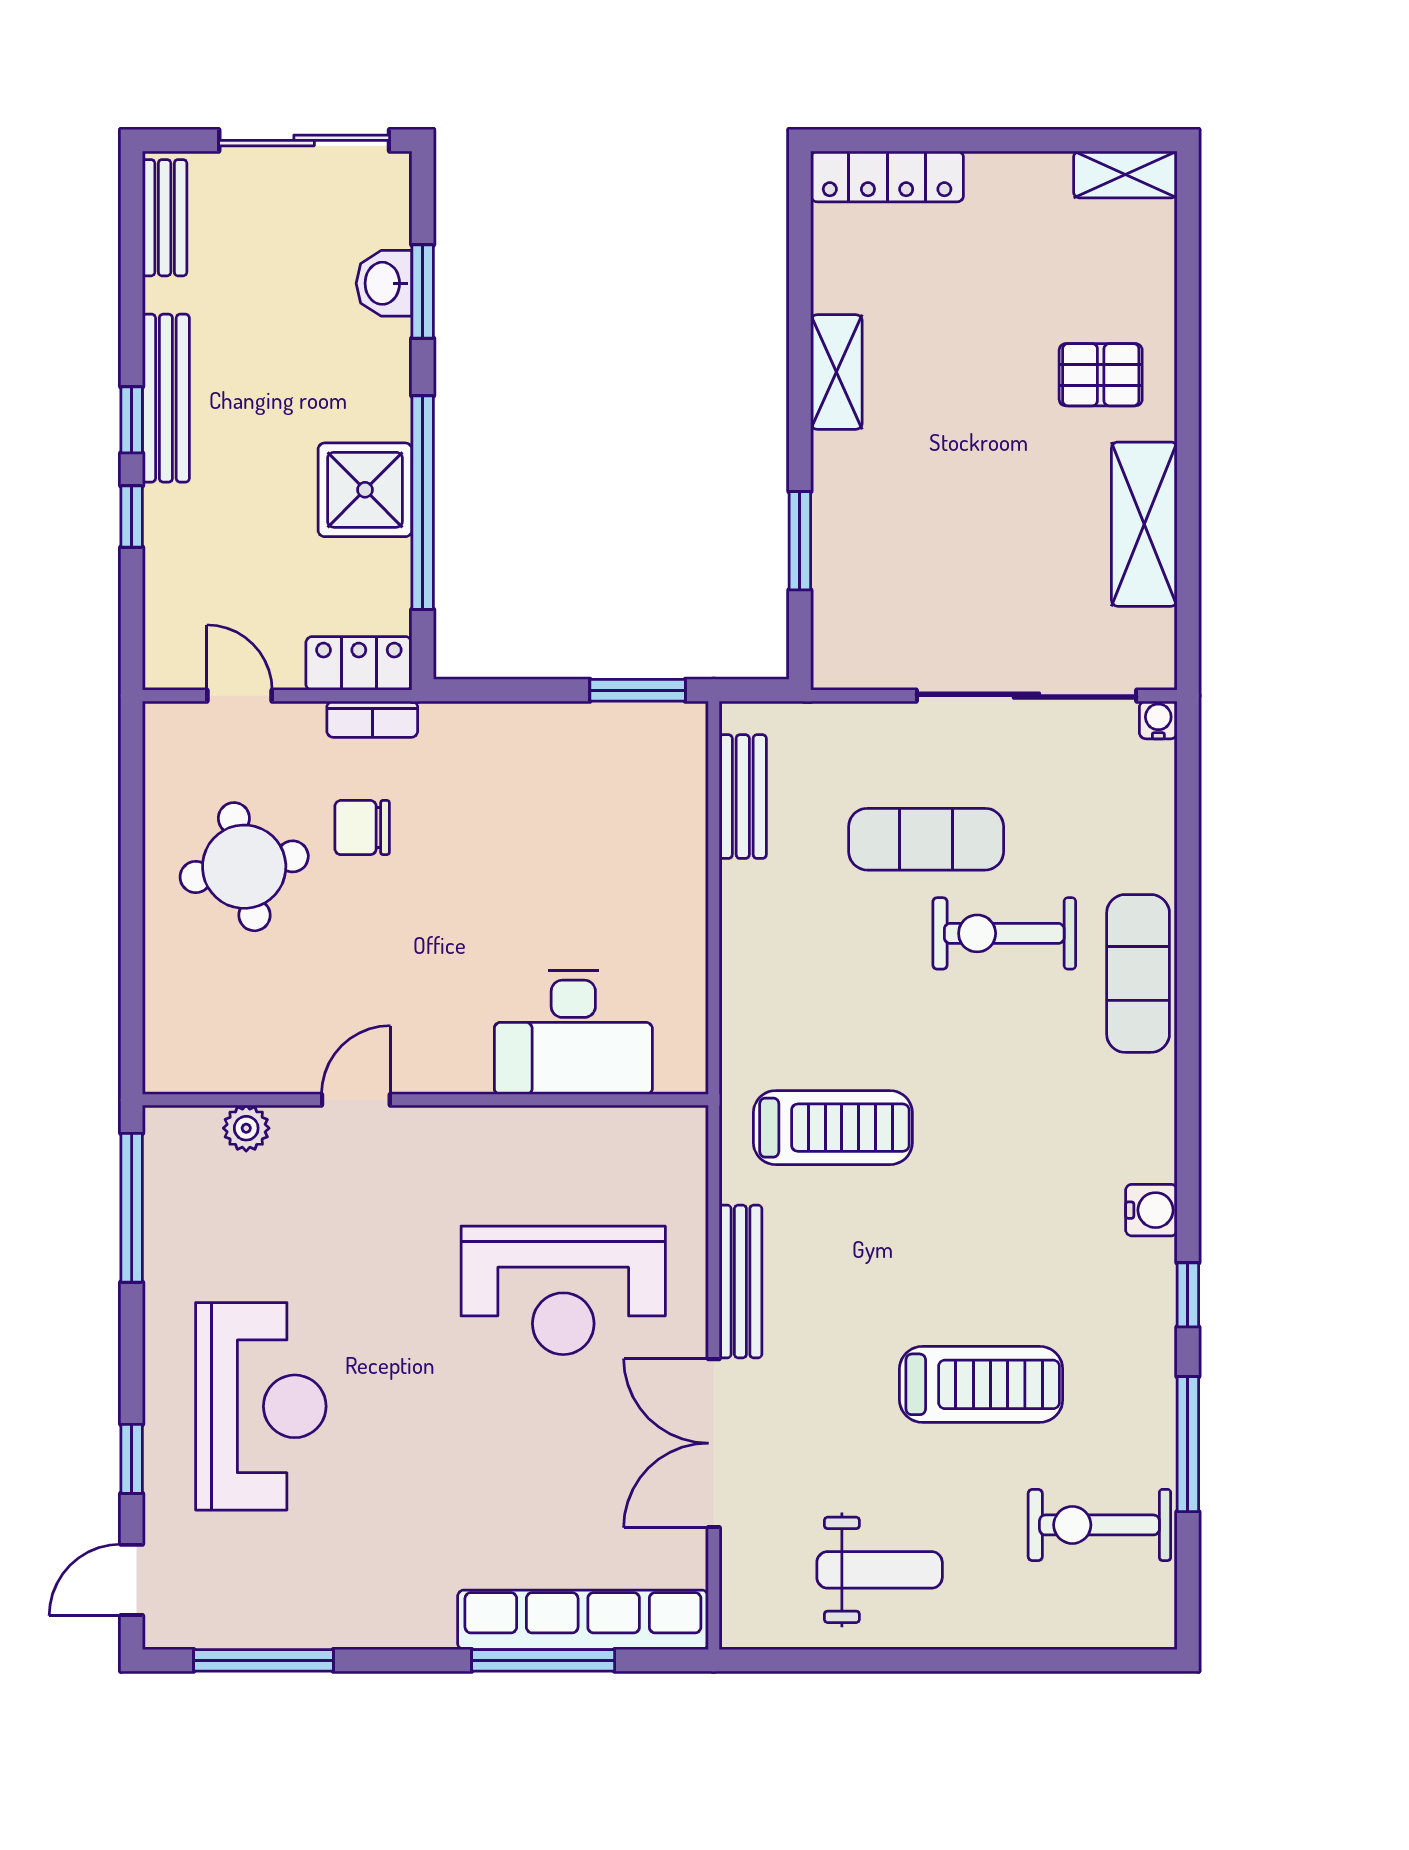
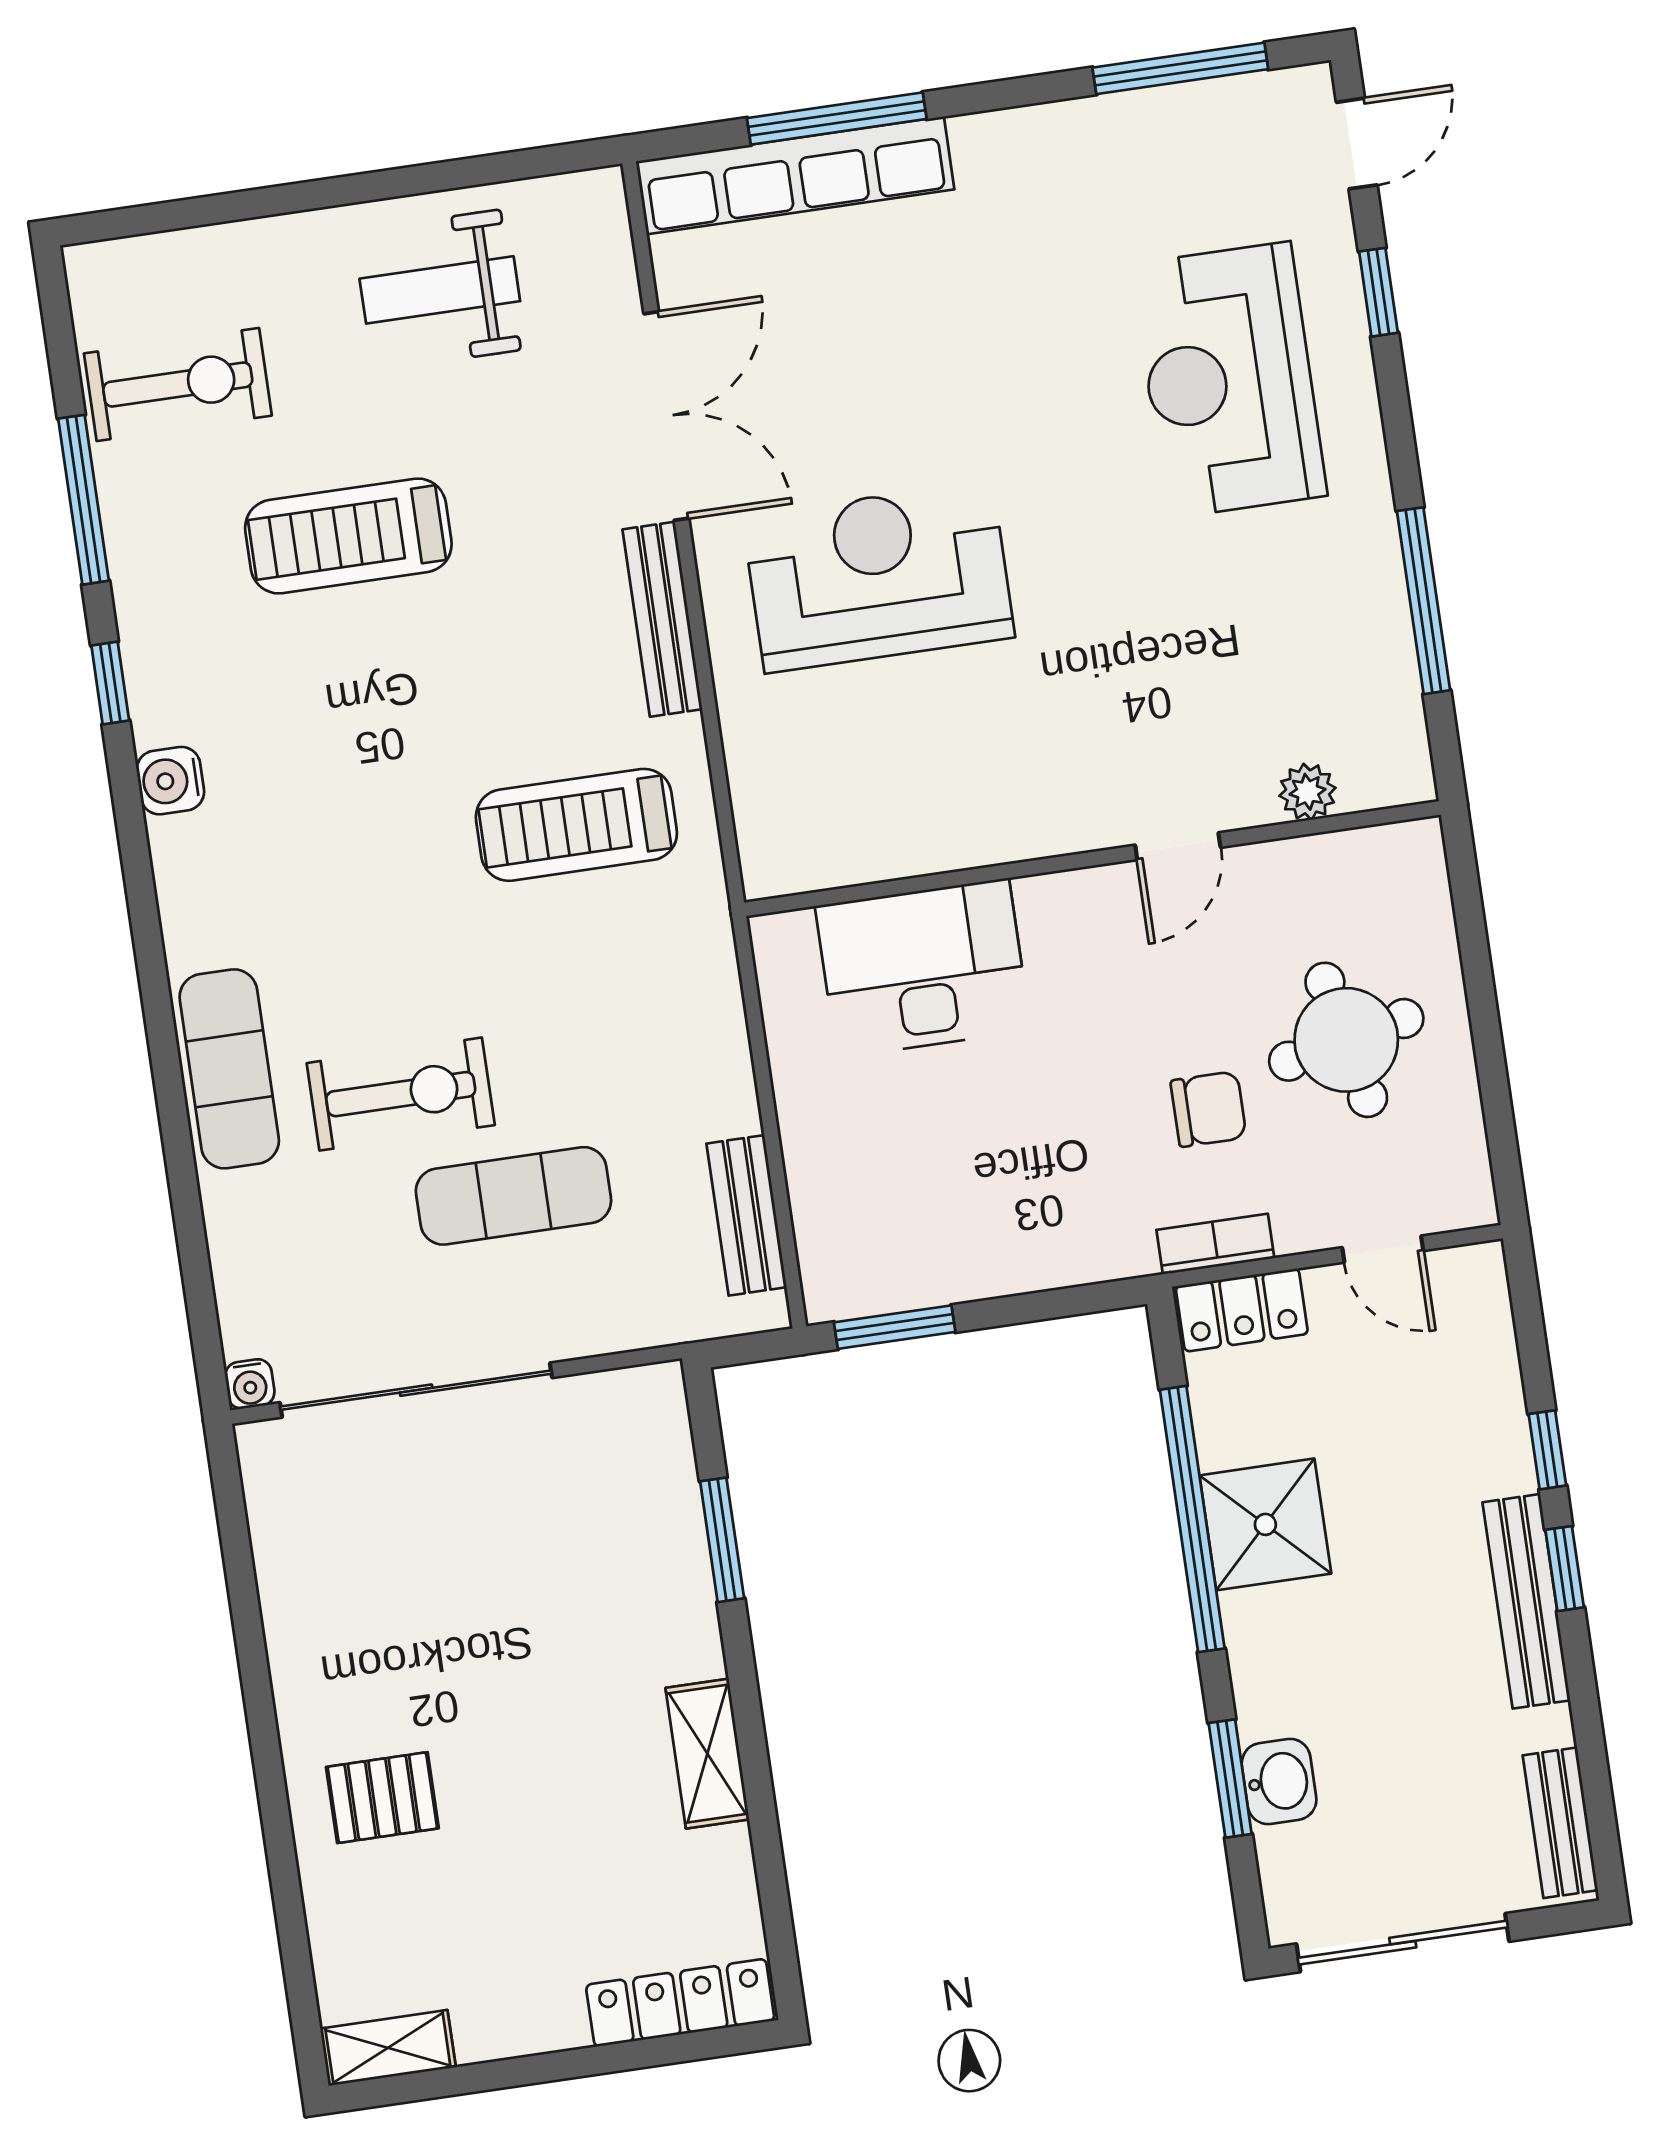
shelving: (1144, 524) -> (302, 1622), removed
desk: (573, 1032) -> (923, 968), moved
door: (356, 1100) -> (1178, 846), moved
wall: (425, 1100) -> (1093, 859), moved
plant: (246, 1128) -> (1308, 792), moved

